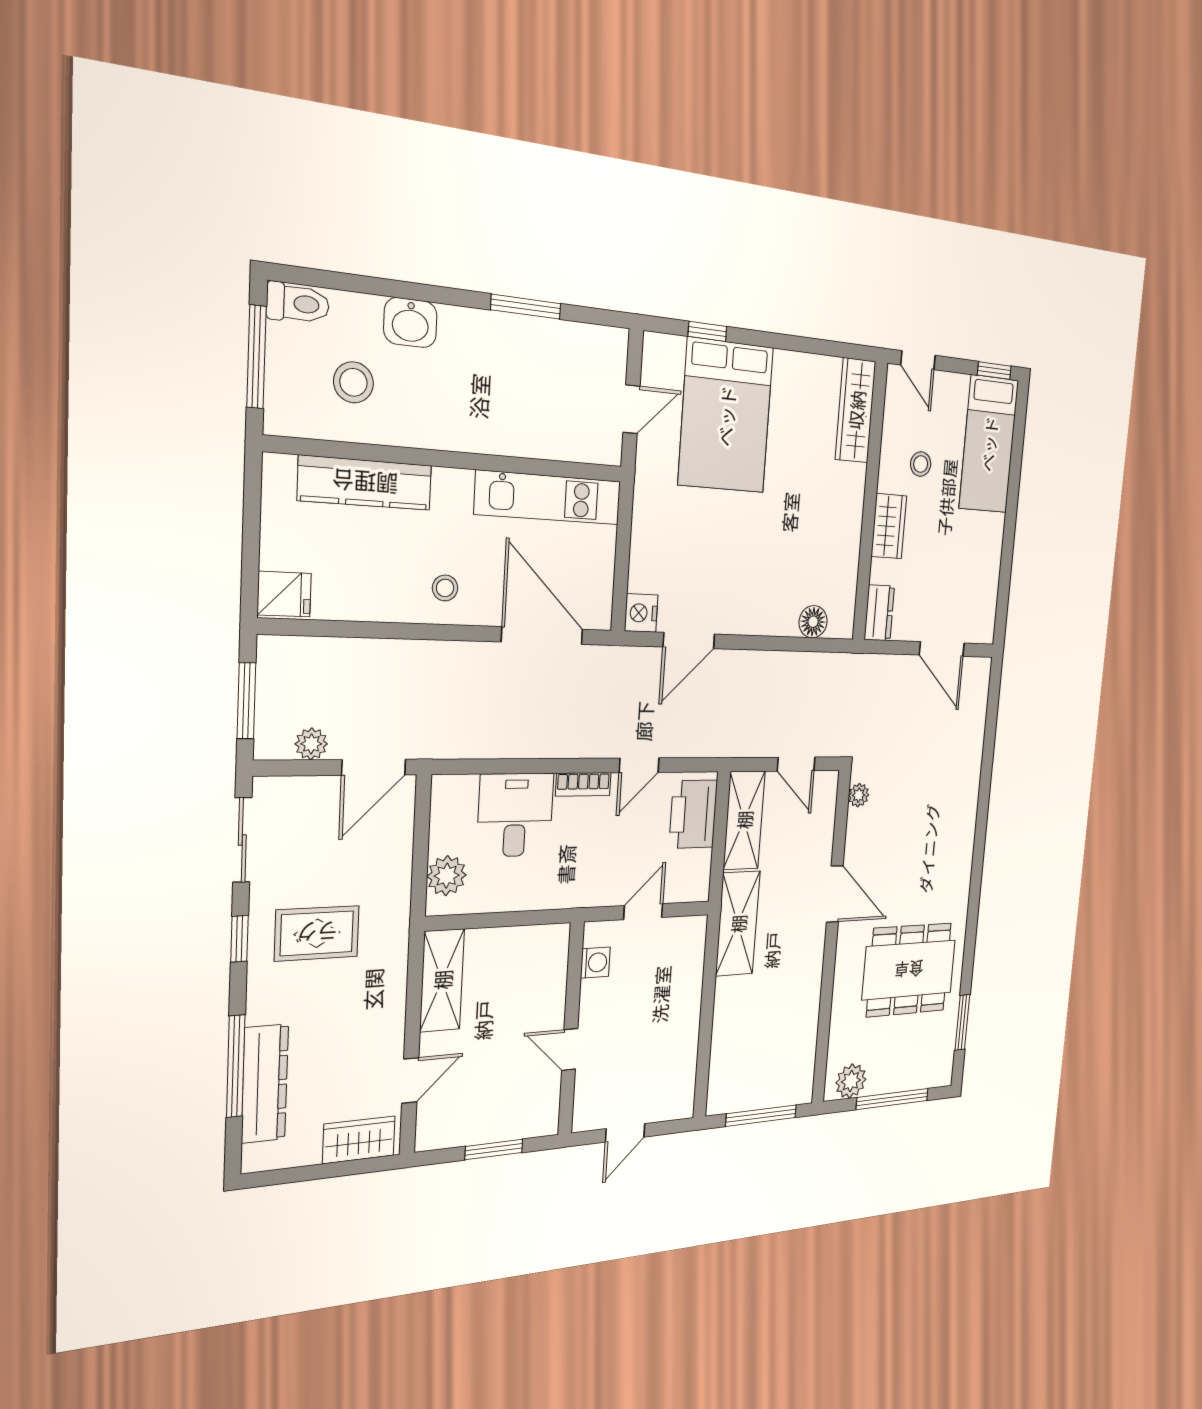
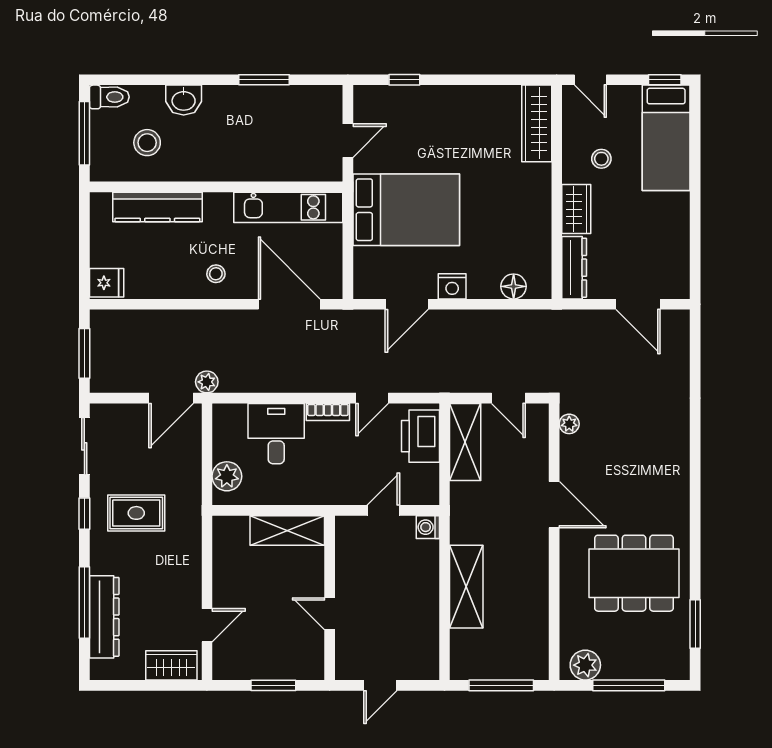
bed: (726, 416) -> (406, 210), moved, turned -90
nightstand: (641, 613) -> (452, 286), moved, turned -90
dresser: (879, 613) -> (574, 268), width x1.44
plant: (311, 744) -> (207, 382), moved
shelving: (738, 924) -> (466, 587), moved
washing machine: (595, 963) -> (428, 527), moved, turned 180
shelving: (442, 980) -> (287, 531), moved, turned 90

